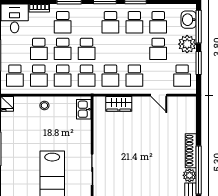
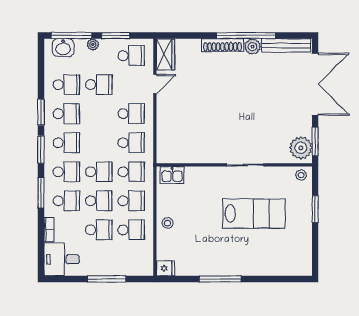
plant: (187, 44) -> (93, 44), width x0.53, depth x0.53
school desk: (15, 76) -> (66, 172), moved
wardrobe: (119, 104) -> (166, 54), moved

